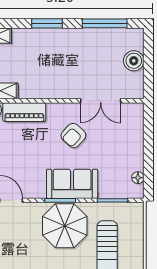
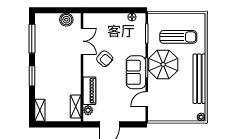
boiler: (134, 61) -> (66, 20), moved
sofa: (72, 184) -> (136, 72), moved

